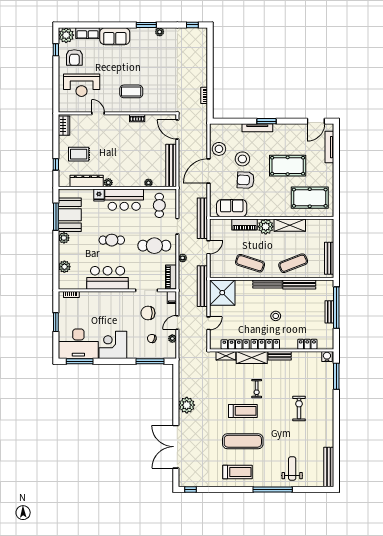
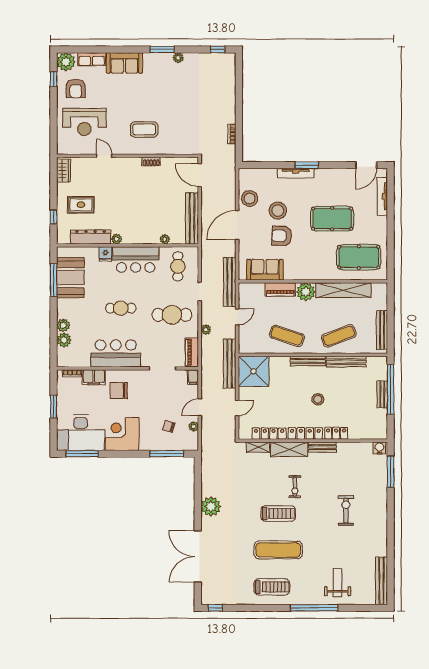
shelving: (290, 225) -> (344, 290), width x1.47
plant: (64, 238) -> (63, 325), moved
filing cabinet: (89, 298) -> (94, 377), added
chair: (148, 313) -> (119, 390), moved
locker: (307, 344) -> (336, 433), moved

